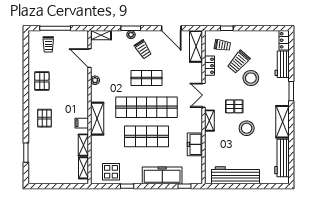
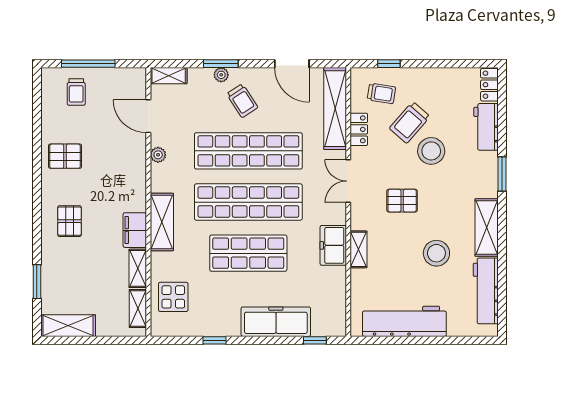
shelving: (196, 46) -> (335, 109), width x1.47
shop shelf: (146, 78) -> (248, 151), width x2.00, depth x1.36
pallet: (42, 81) -> (65, 156), turned 90
shelving: (209, 121) -> (358, 249), moved
filing cabinet: (82, 123) -> (135, 230), width x2.00
stool: (247, 128) -> (436, 253), moved
freezer: (195, 144) -> (333, 245), moved
display table: (111, 172) -> (173, 297), moved
shelving: (44, 178) -> (68, 326), added

